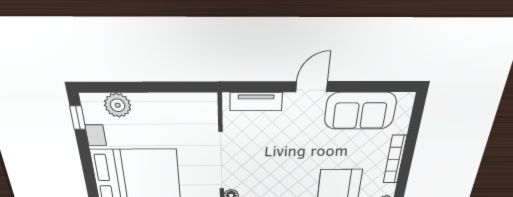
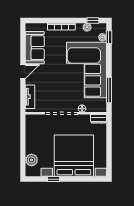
door: (312, 87) -> (23, 72), swing flipped
window: (78, 118) -> (53, 179), moved

